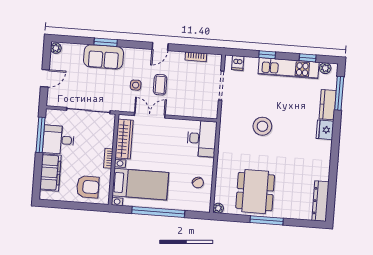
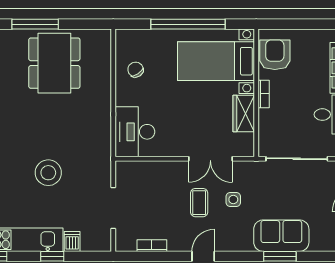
dishwasher: (238, 63) -> (72, 242), moved
stool: (262, 126) -> (48, 173), moved
wardrobe: (124, 139) -> (244, 113), width x0.67
armchair: (88, 187) -> (275, 55), moved, turned 90
plant: (218, 208) -> (104, 36), removed

